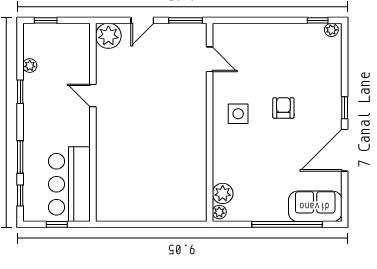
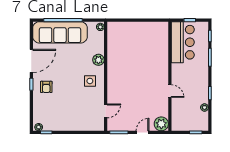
door: (210, 59) -> (106, 111), swing flipped
armchair: (283, 108) -> (46, 87), moved
plant: (223, 193) -> (98, 60), moved
sofa: (315, 206) -> (60, 32), width x1.85, depth x1.27

